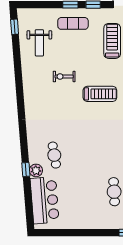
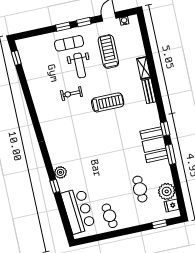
weight bench: (39, 43) -> (80, 65), moved
cafe table: (54, 155) -> (110, 216), moved
plant: (36, 170) -> (60, 172), moved

